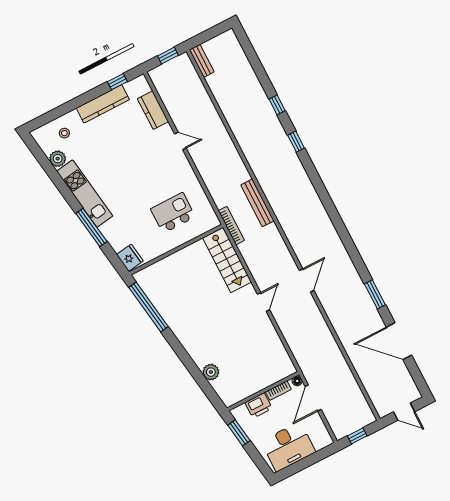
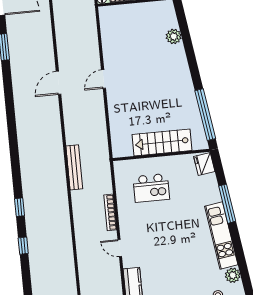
bookcase: (231, 226) -> (110, 212), moved
stairs: (227, 260) -> (162, 142), moved, turned -90

